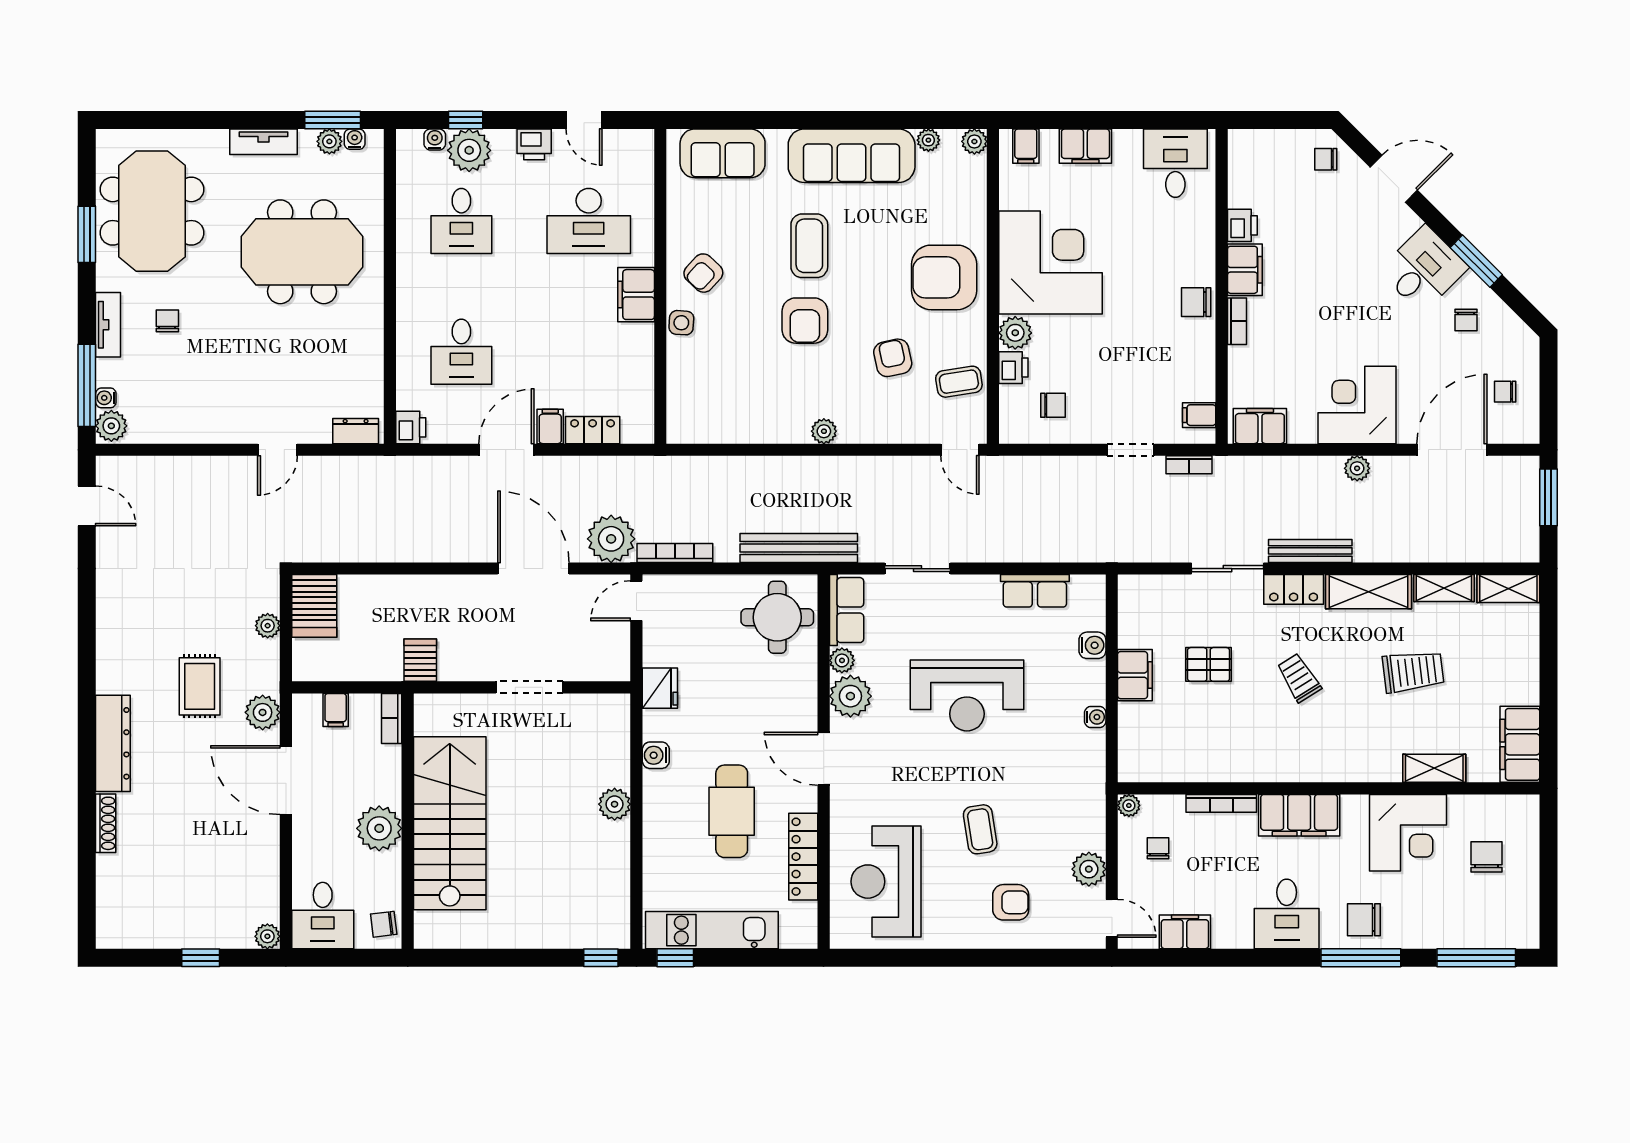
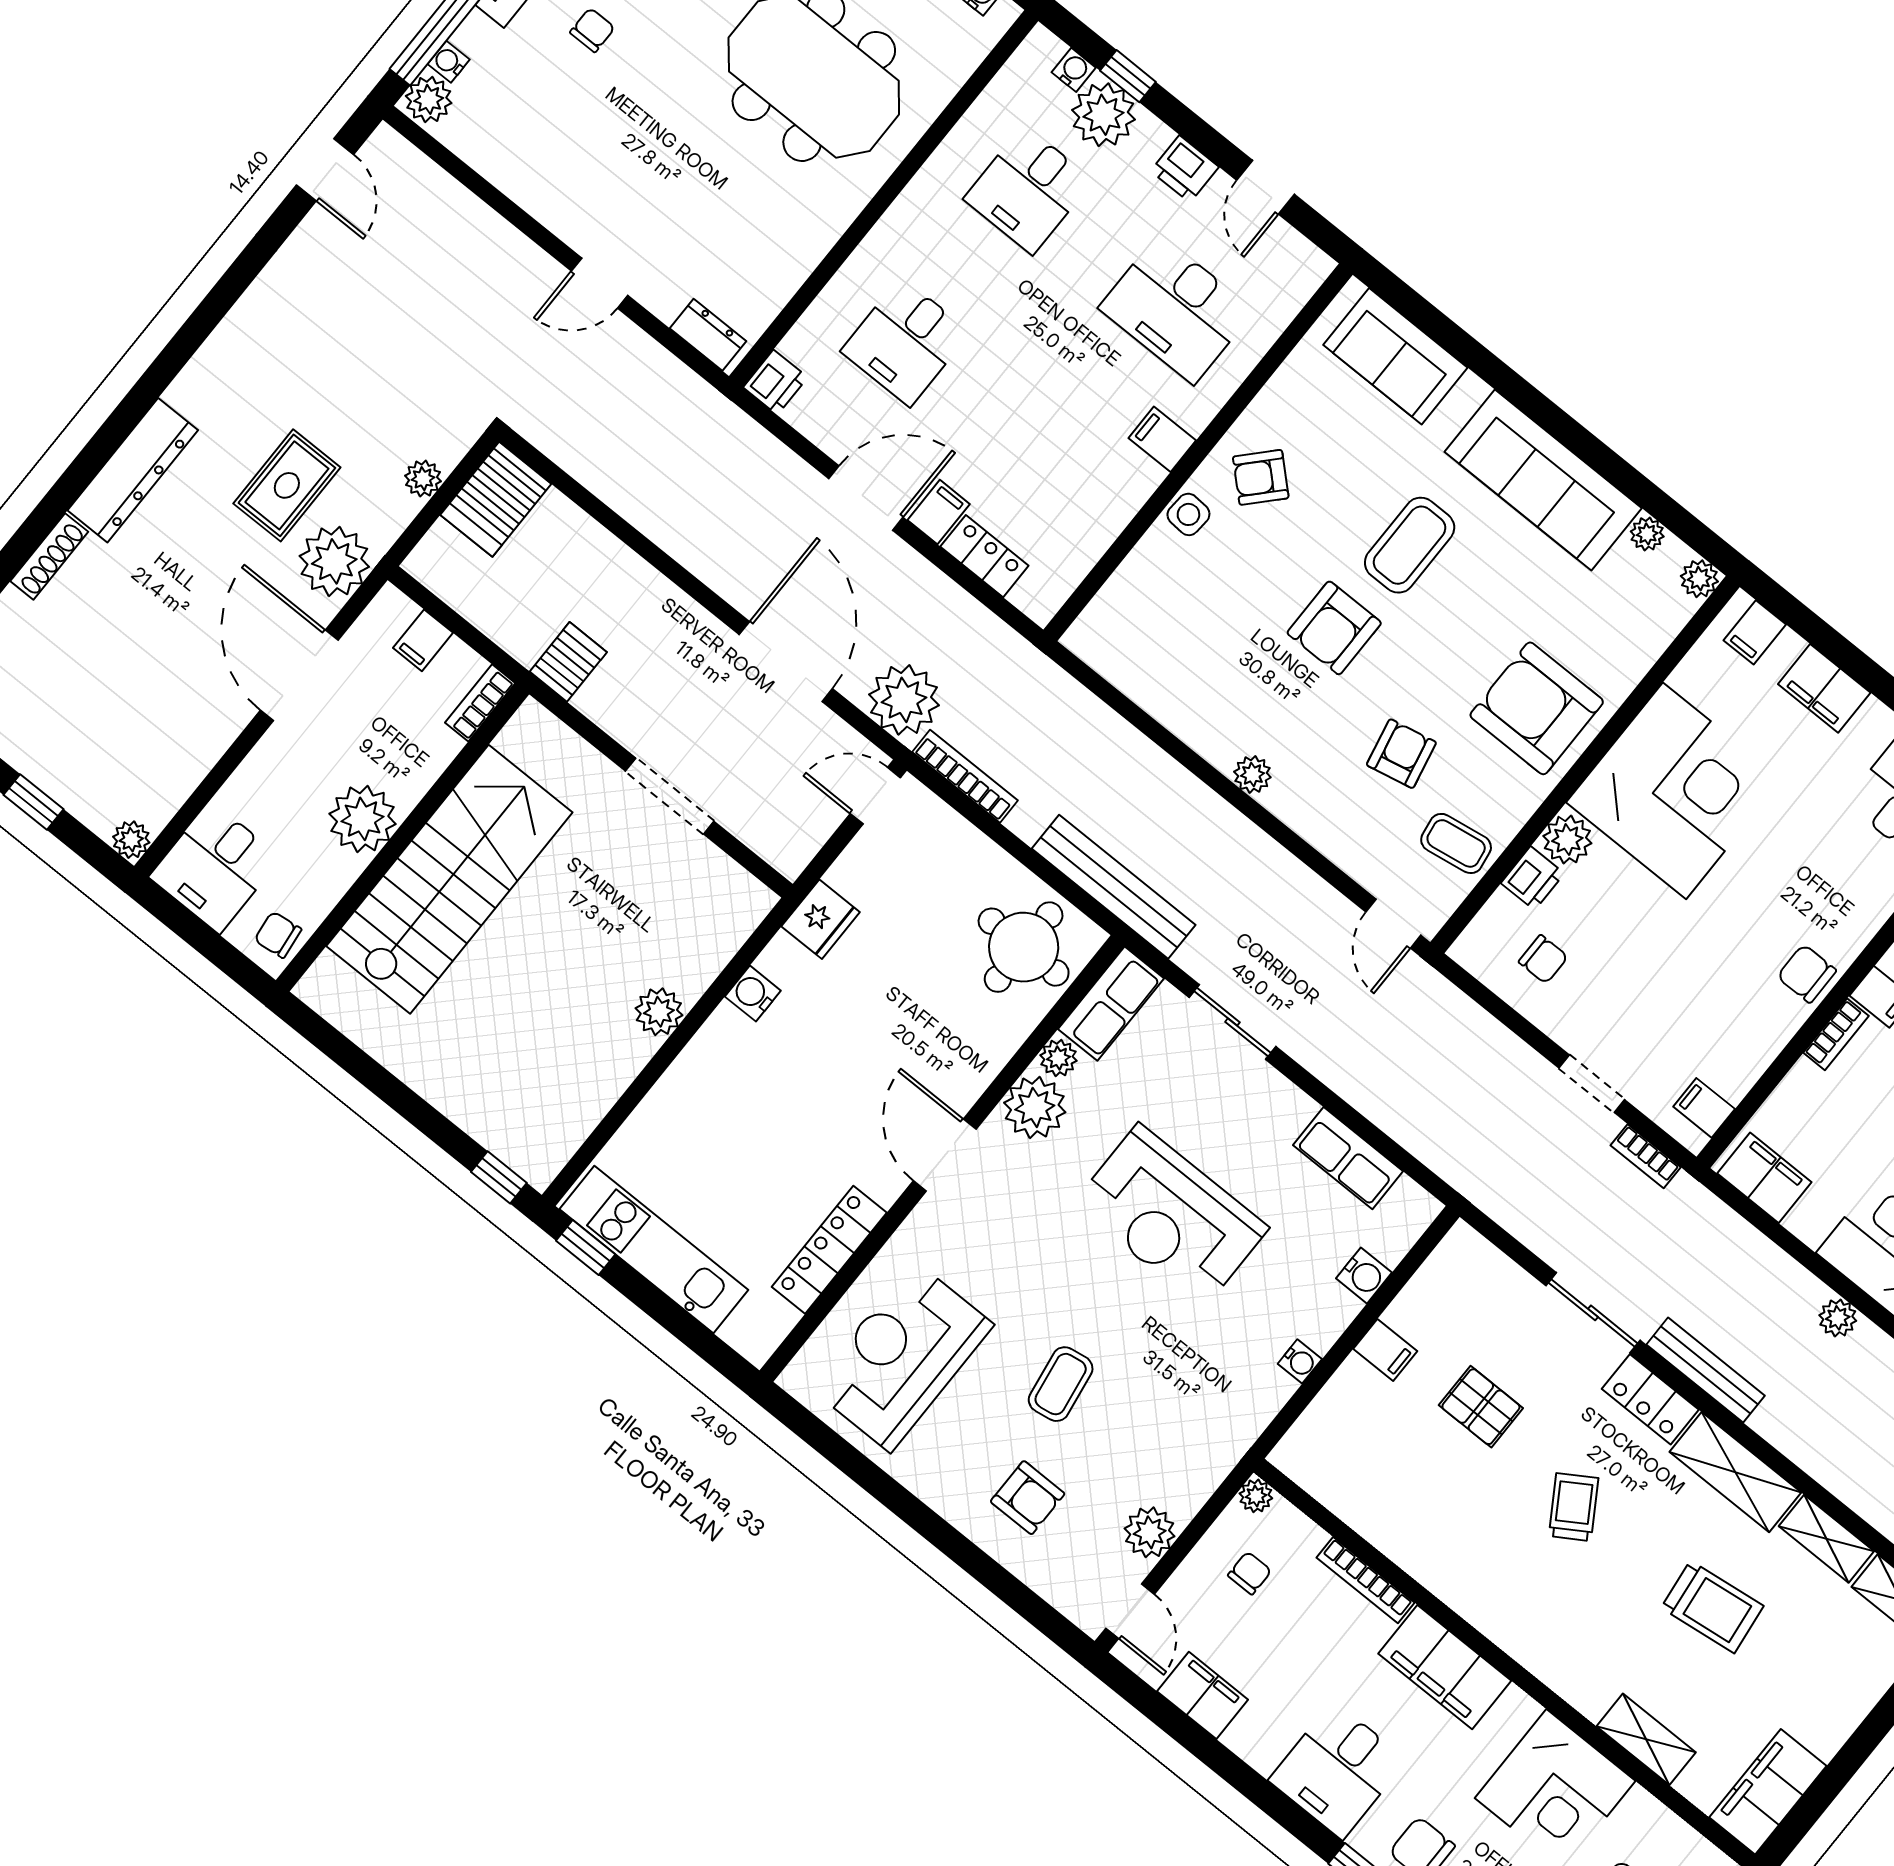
filing cabinet: (636, 295) -> (1162, 439), width x0.50
filing cabinet: (1135, 675) -> (1385, 1350), width x0.50
plant: (263, 712) -> (334, 561), width x1.36, depth x1.36
cafe table: (732, 811) -> (789, 1130), removed

